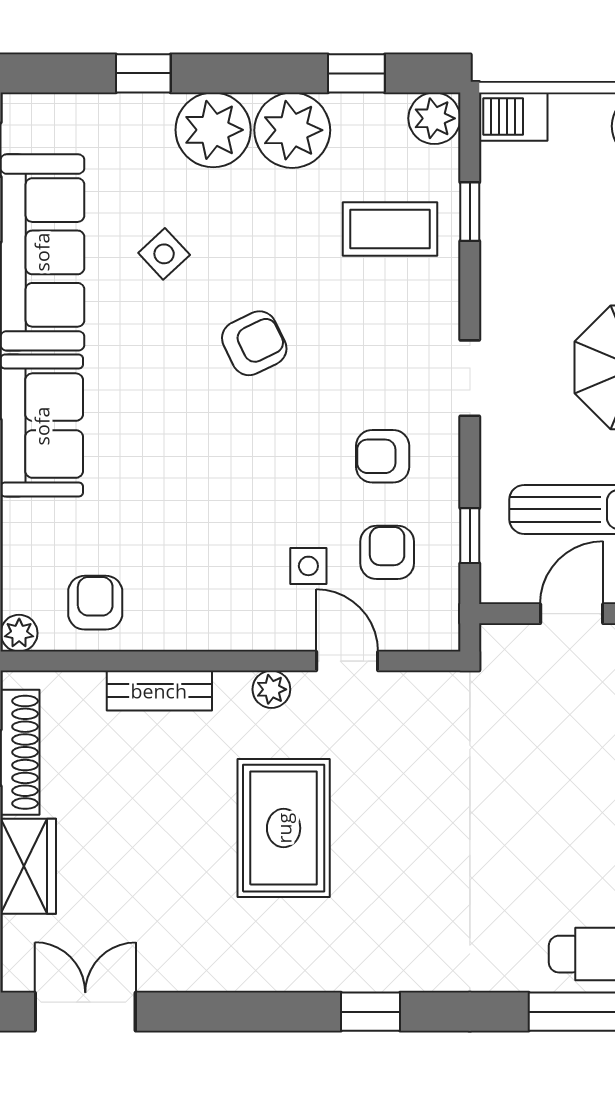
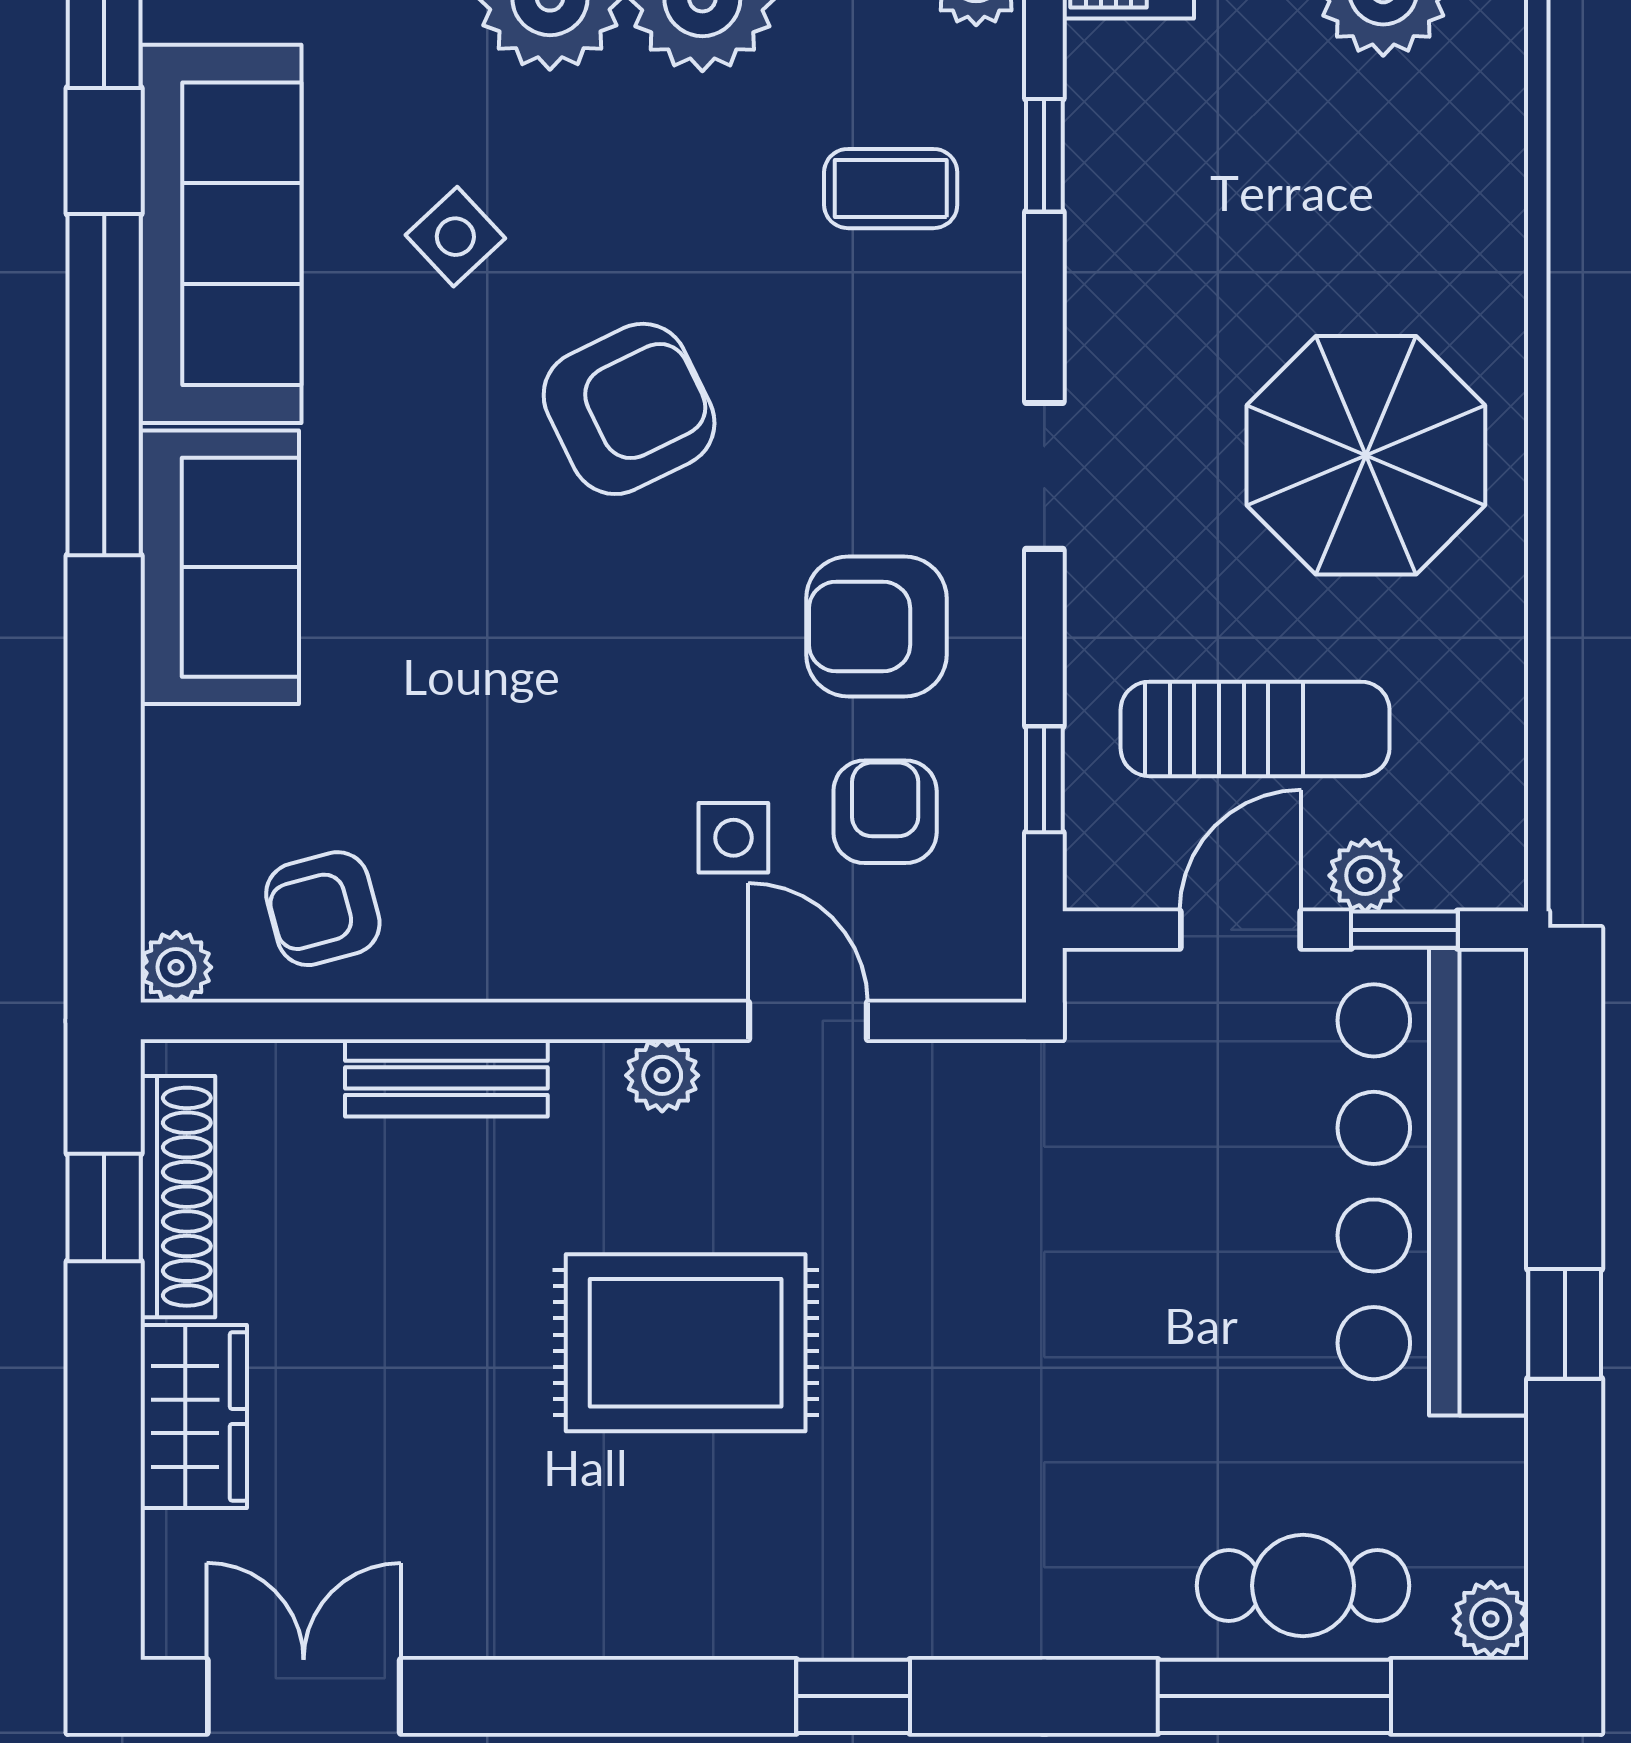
coffee table: (390, 229) -> (891, 189), width x0.73, depth x0.77
armchair: (254, 343) -> (629, 409), width x1.38, depth x1.38
armchair: (383, 456) -> (876, 626), width x1.38, depth x1.38
armchair: (95, 603) -> (323, 909), turned -105
rug: (284, 828) -> (686, 1343), turned 90

